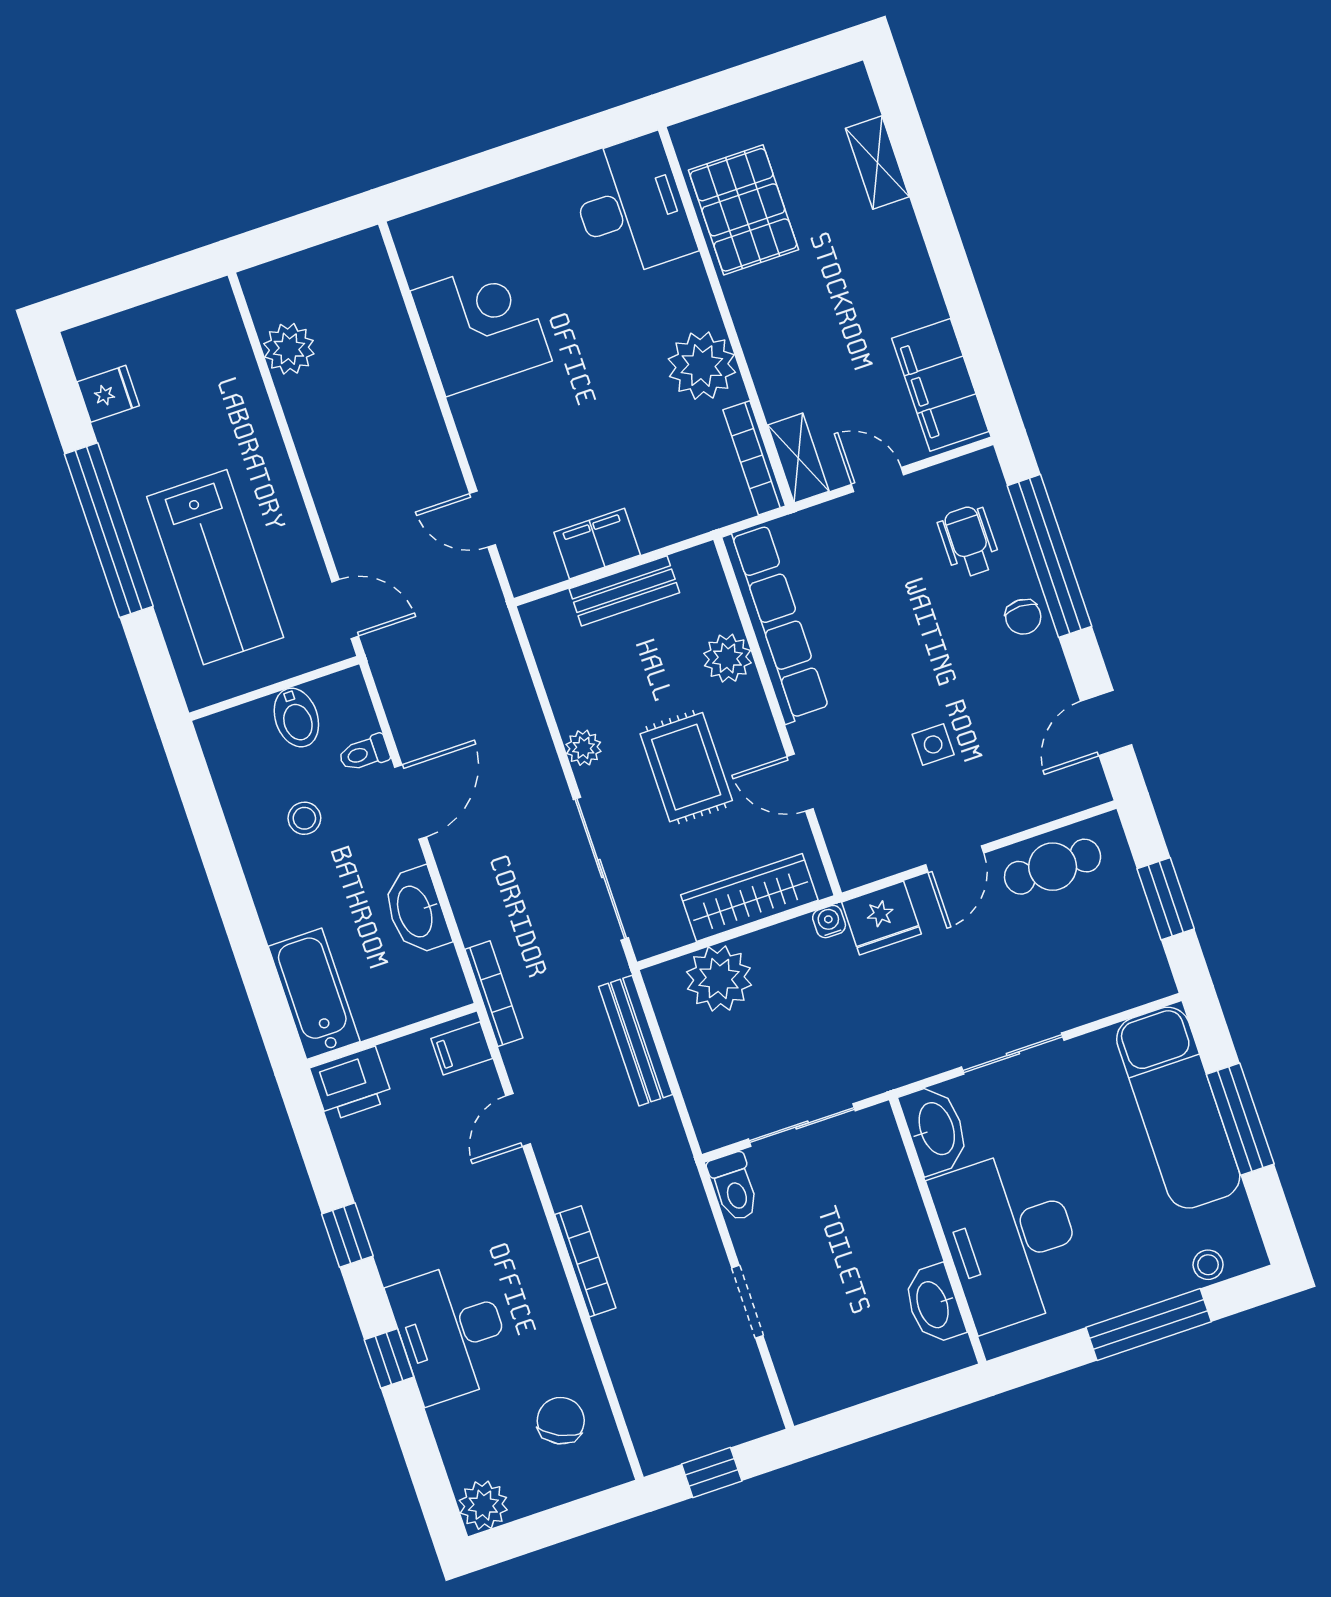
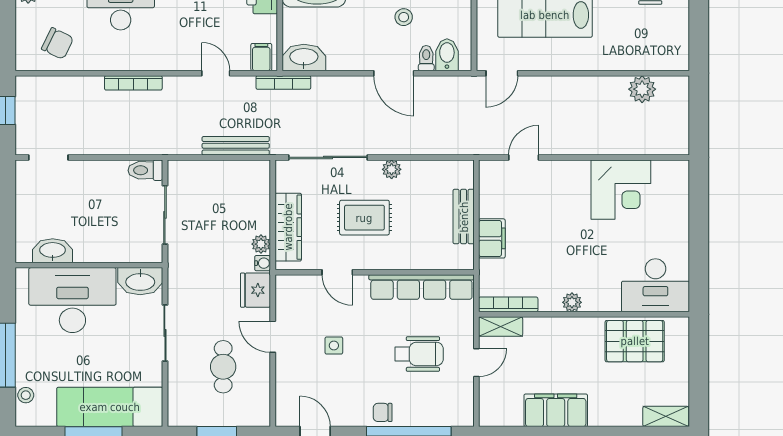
shelving: (877, 163) -> (666, 416), moved
plant: (702, 366) -> (572, 302), width x0.53, depth x0.53
filing cabinet: (940, 385) -> (556, 410), moved
wheelchair: (969, 541) -> (419, 354), moved, width x1.36, depth x1.37
filing cabinet: (597, 544) -> (492, 238), moved
plant: (728, 658) -> (412, 257), removed
bidet: (296, 718) -> (447, 55), moved, turned 90
door: (800, 783) -> (337, 272), swing flipped
cafe table: (1053, 867) -> (223, 367), moved
washbasin: (416, 911) -> (304, 57), moved
plant: (719, 979) -> (261, 244), moved, width x0.53, depth x0.53
doorway: (747, 1302) -> (48, 157), moved

